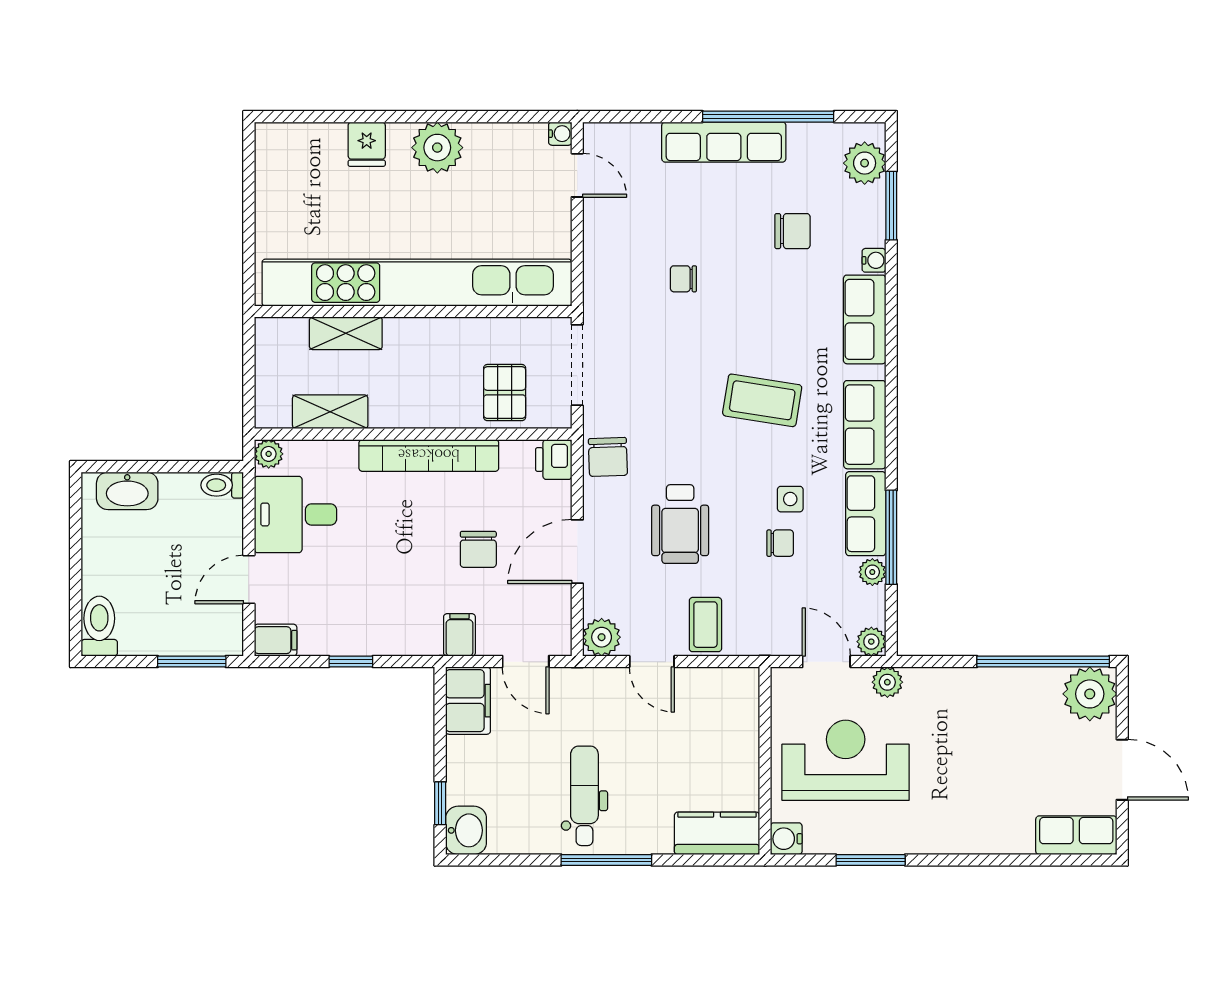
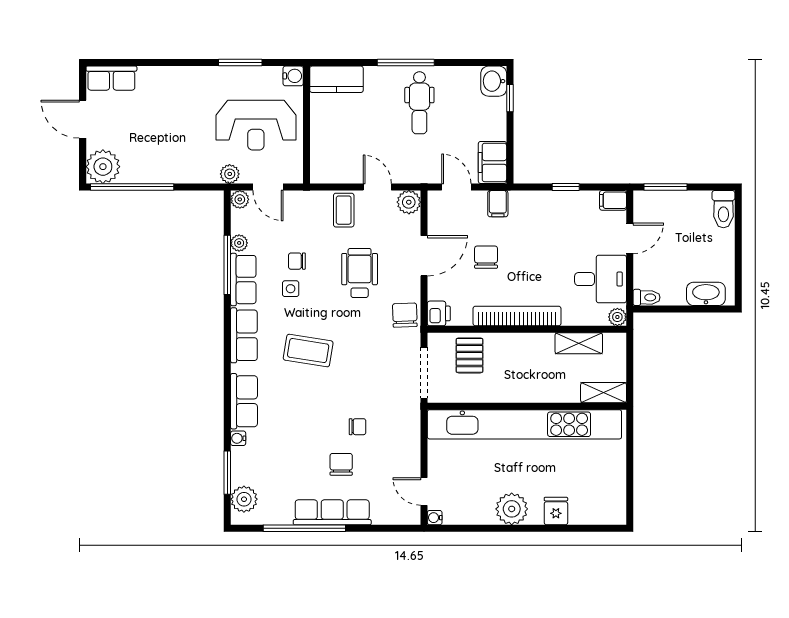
chair: (792, 231) -> (341, 464), moved, turned 90
shelving: (346, 333) -> (604, 393), moved

